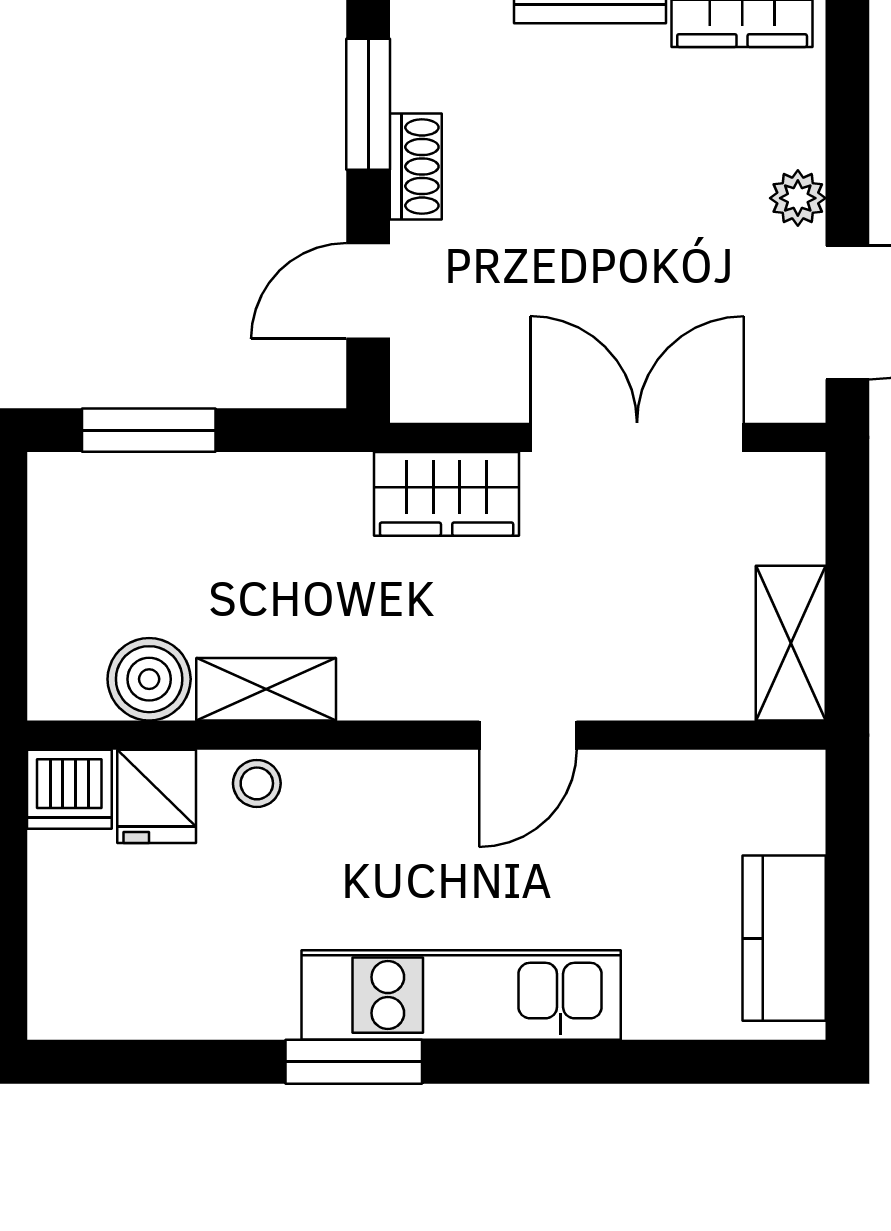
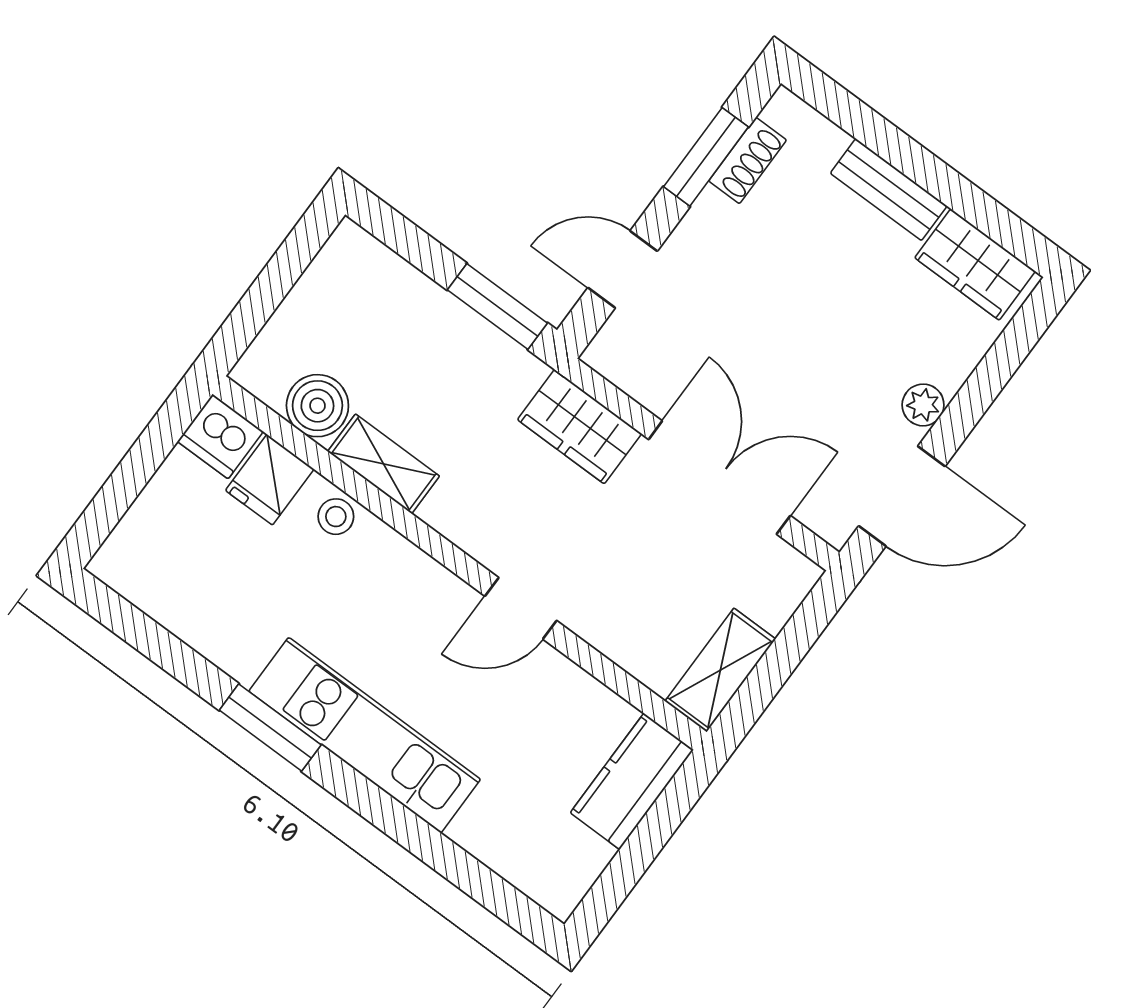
shoe rack: (416, 167) -> (748, 161), moved
window: (149, 430) -> (497, 306), moved
kitchen counter: (784, 938) -> (632, 781), moved

